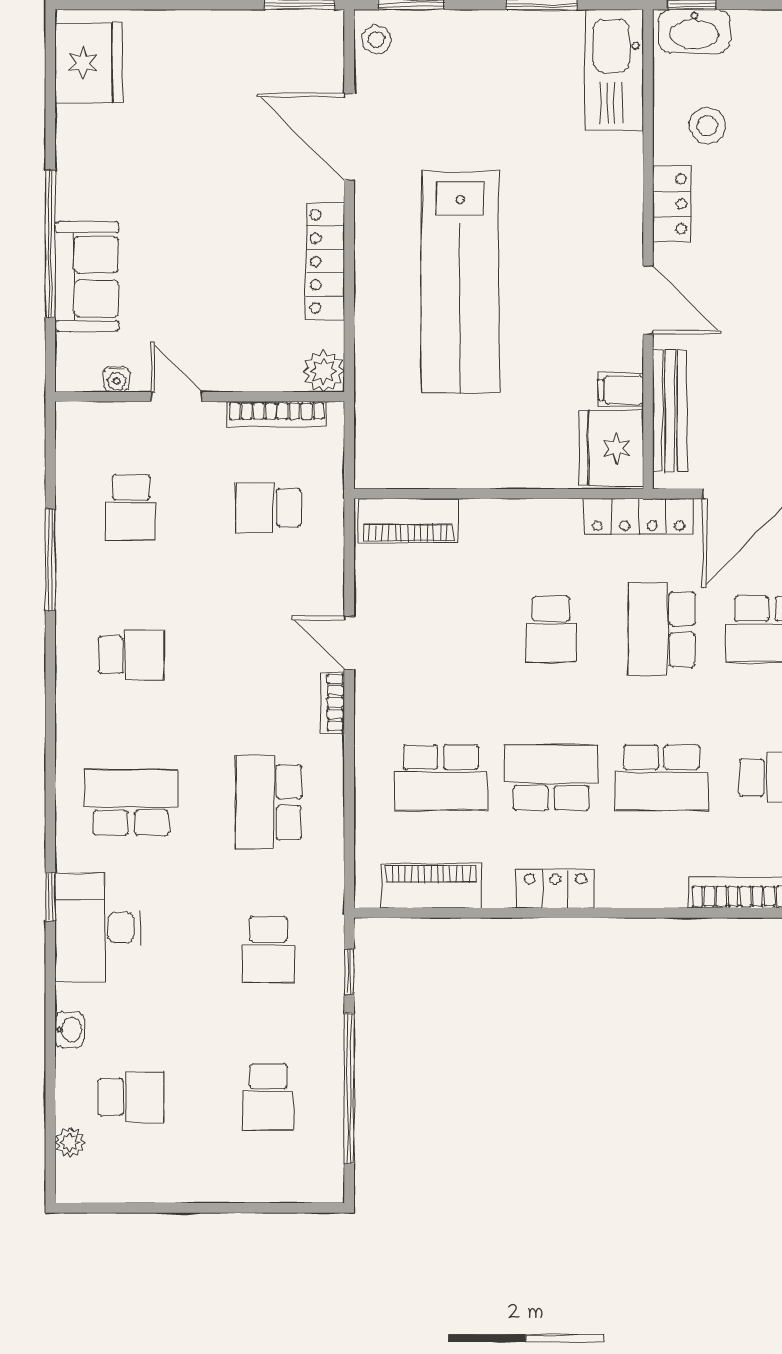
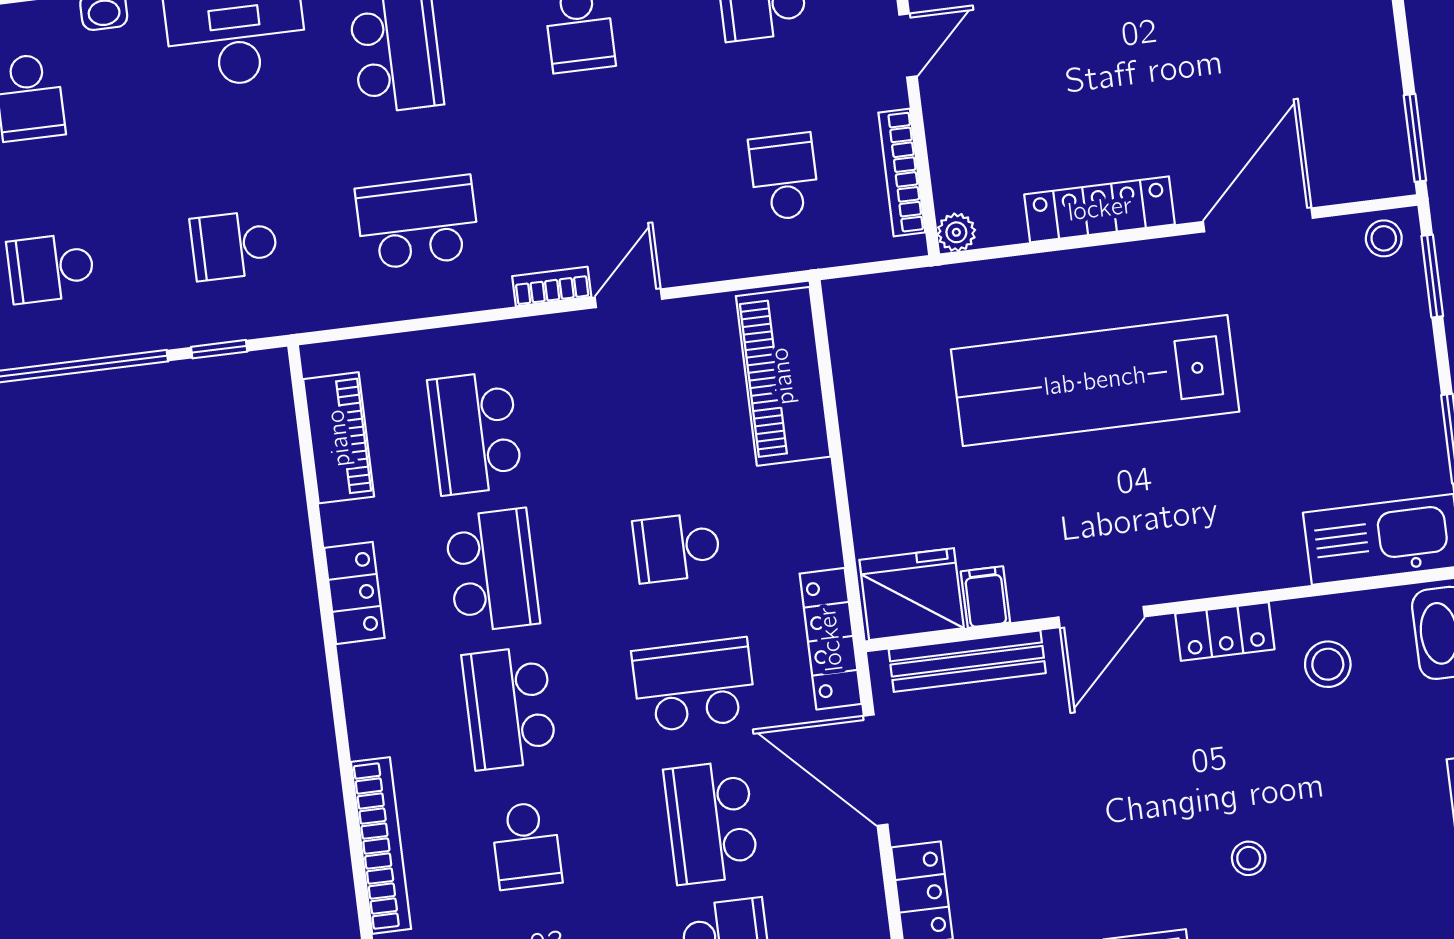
plant: (324, 371) -> (956, 232), width x0.73, depth x0.73
piano: (408, 521) -> (783, 376), width x1.37, depth x1.33

